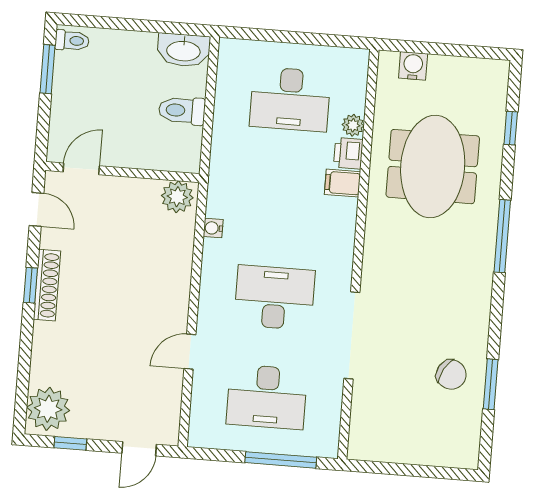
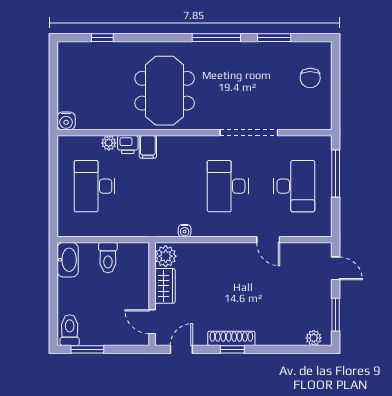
toilet: (72, 41) -> (70, 330), width x1.37, depth x1.39
water cooler: (413, 66) -> (66, 121), moved, turned -90
desk: (290, 99) -> (95, 186), turned 180
meeting table: (433, 167) -> (165, 91), moved, turned 90
wardrobe: (133, 192) -> (165, 286), added
window: (502, 236) -> (216, 38), moved
chair: (451, 375) -> (310, 78), moved, turned 150
plant: (48, 409) -> (314, 338), width x0.53, depth x0.53
window: (70, 443) -> (336, 315), width x1.50

